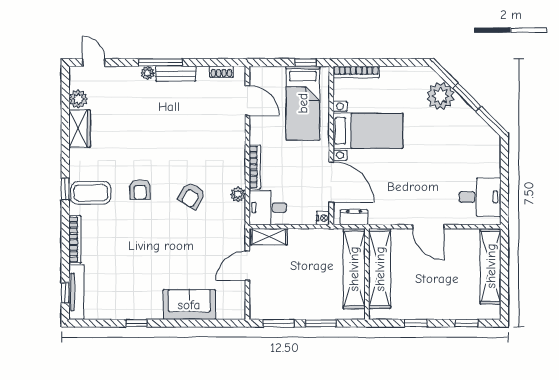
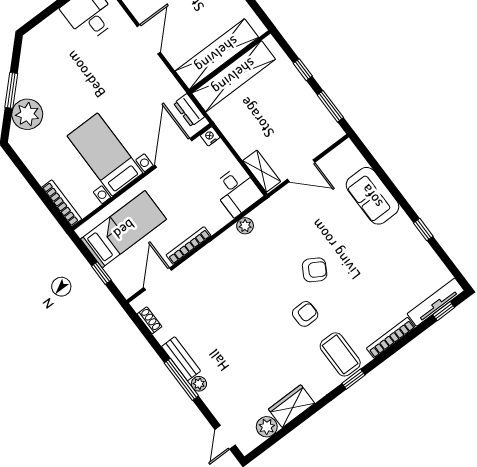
window: (305, 62) -> (101, 273), moved
bookcase: (255, 167) -> (189, 245), moved
armchair: (192, 196) -> (315, 270), moved
window: (321, 323) -> (303, 70), width x0.67

